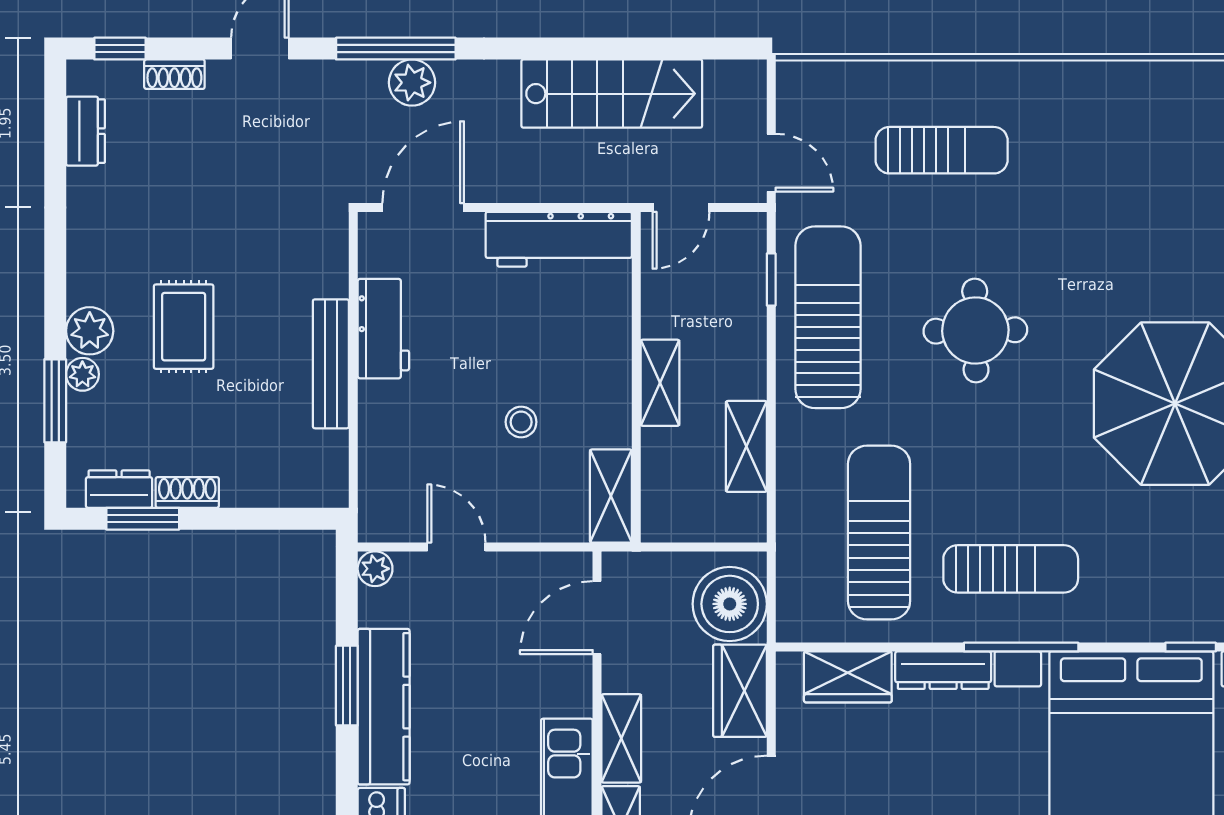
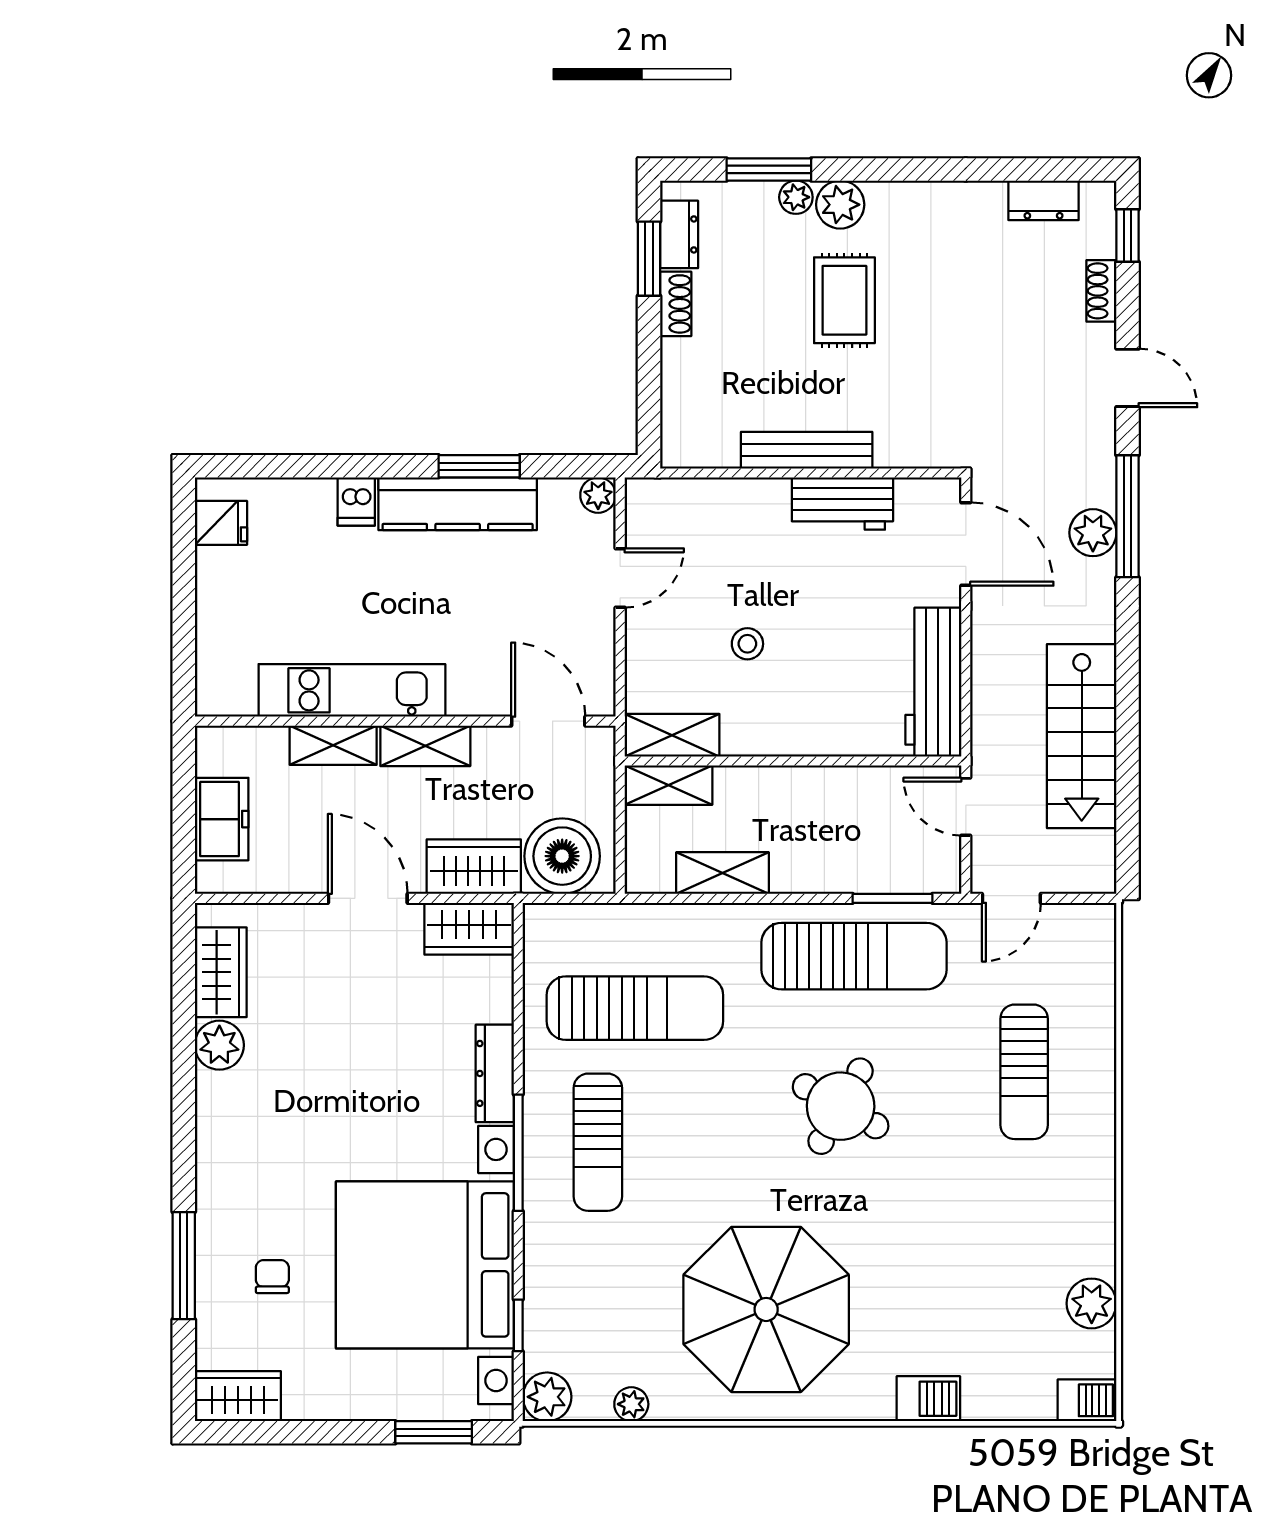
plant: (1169, 84) -> (1092, 1303), added
window: (771, 279) -> (892, 898), width x1.50
rug: (184, 327) -> (844, 300), turned 90
round table: (975, 330) -> (841, 1106), turned 30
shelving: (660, 383) -> (668, 785), moved
wardrobe: (848, 677) -> (469, 929), moved, turned -90

